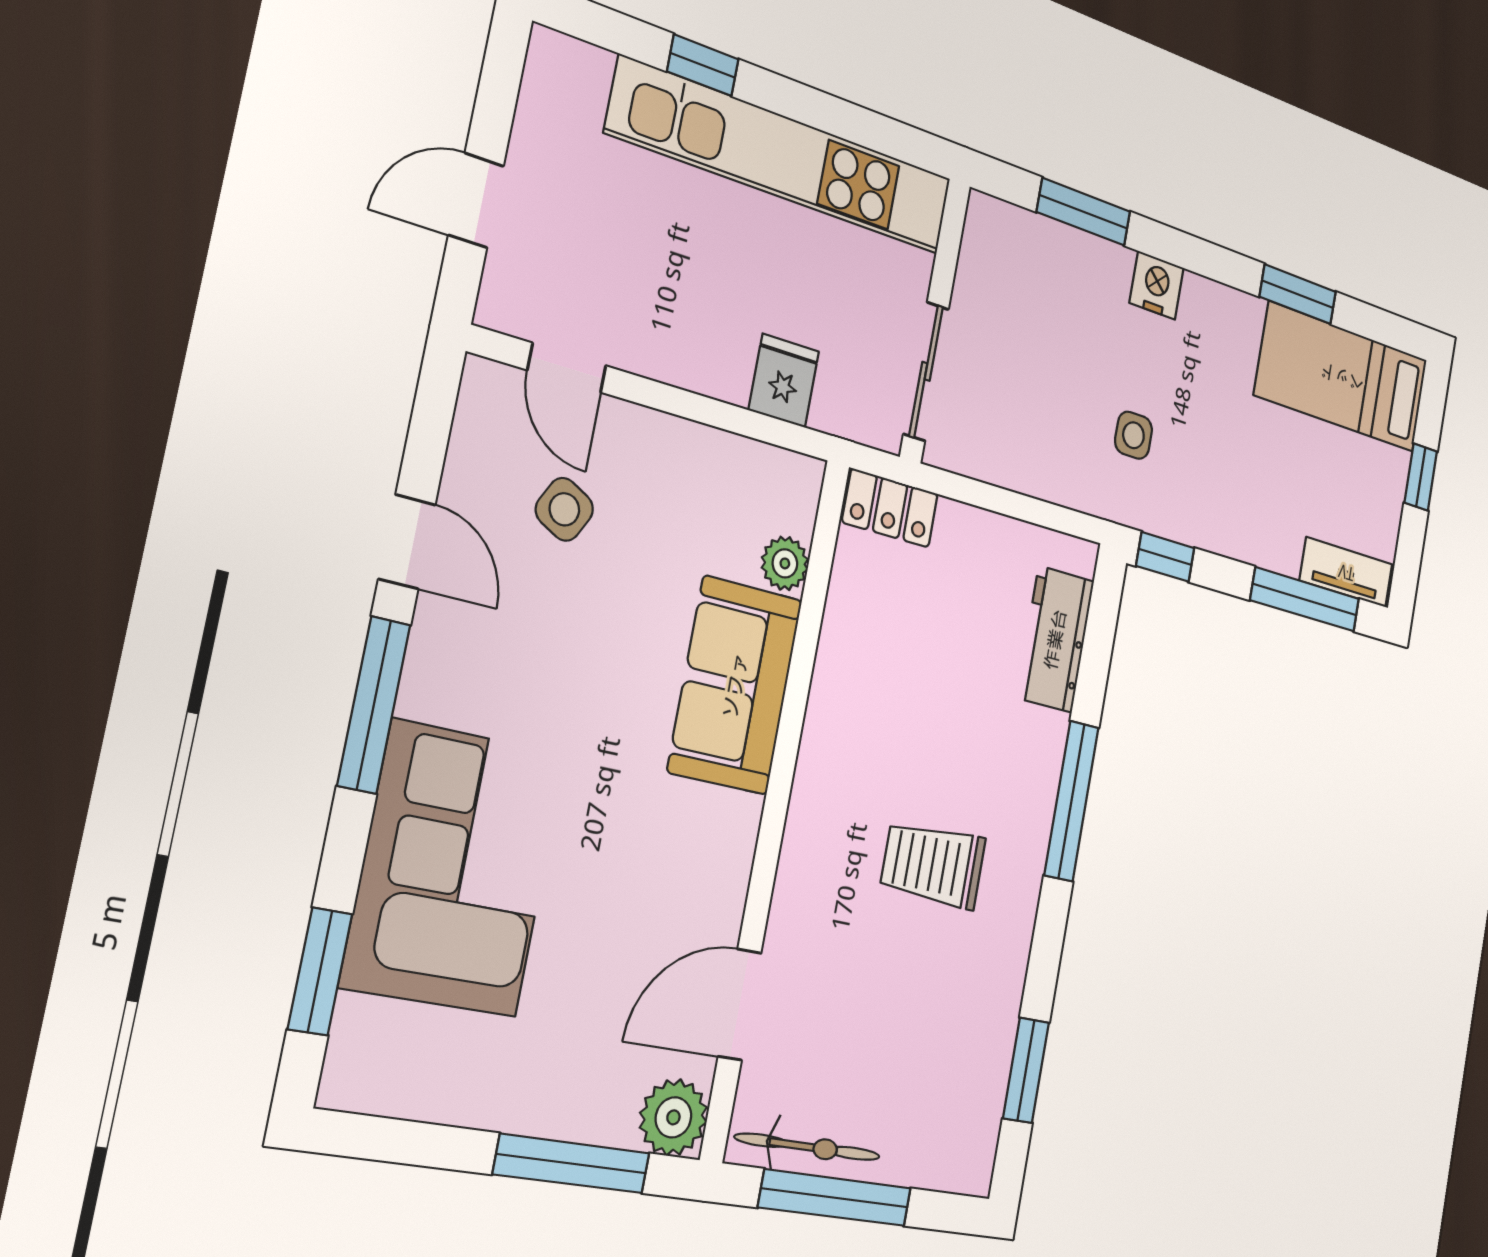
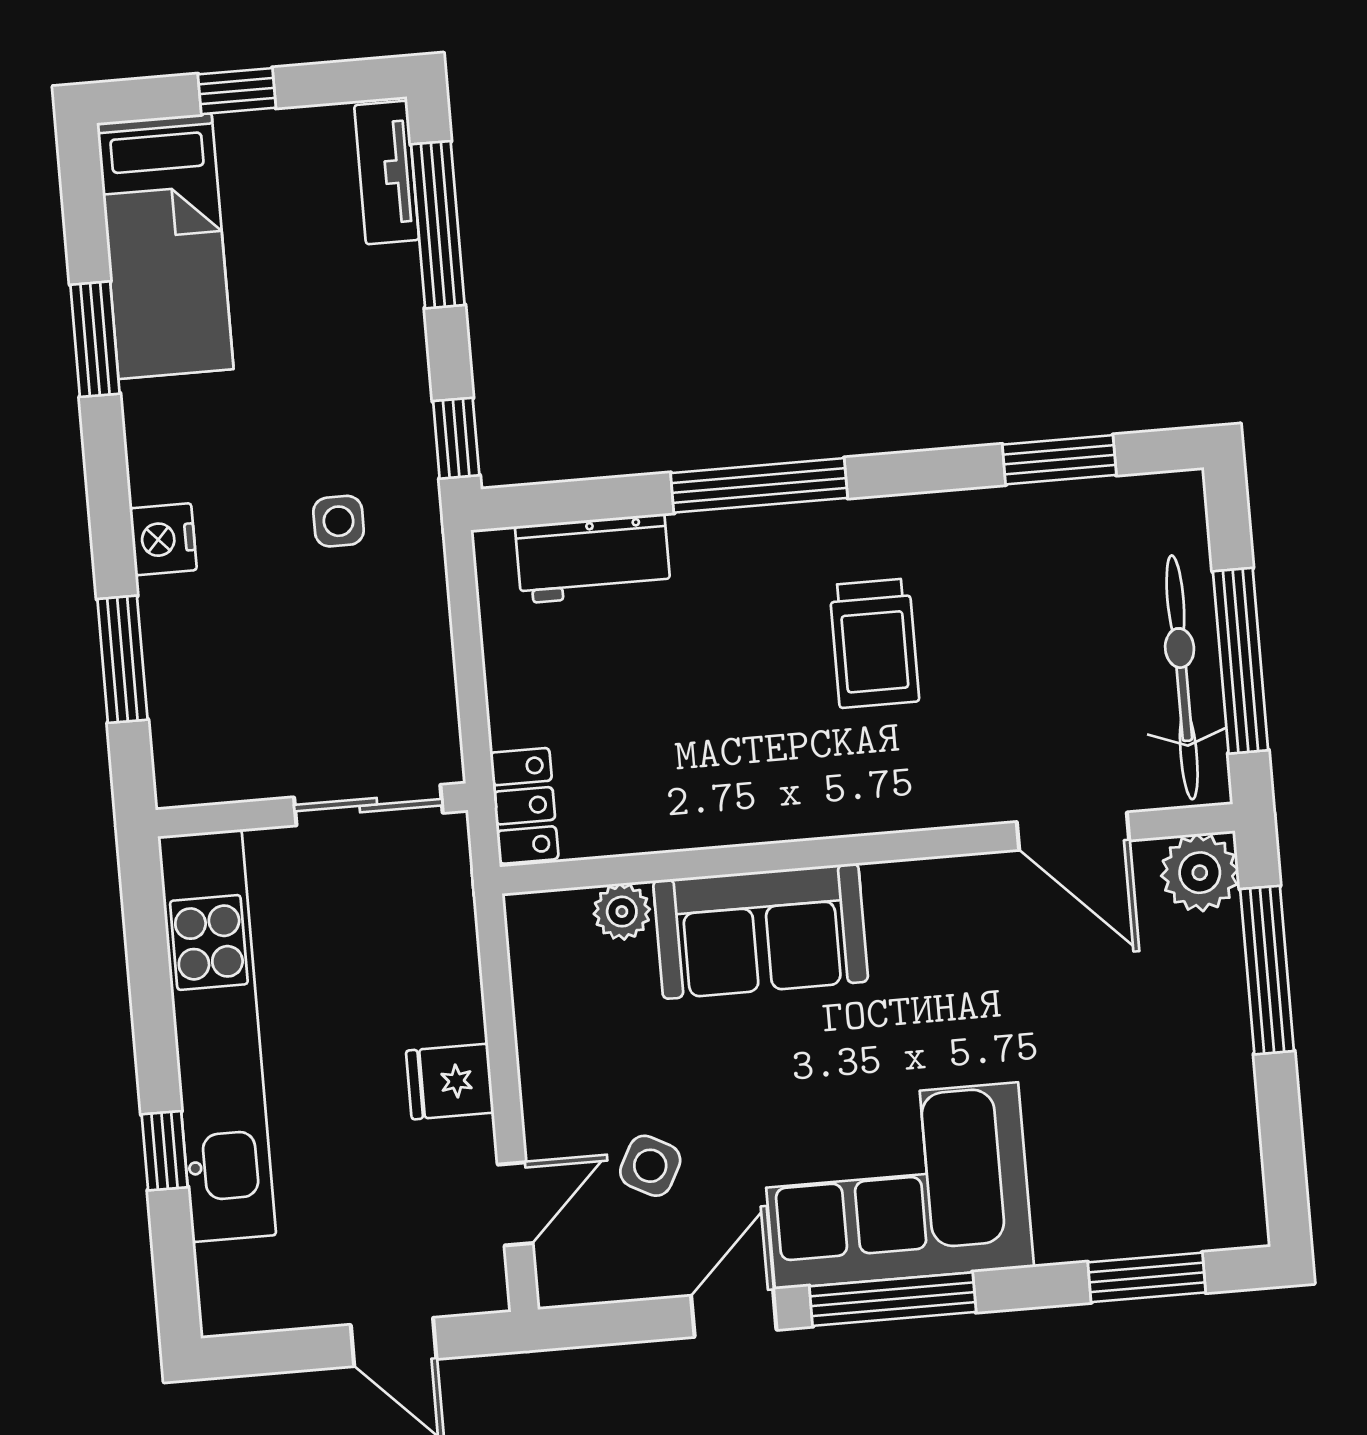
fridge: (784, 381) -> (450, 1082), moved
corner sofa: (454, 869) -> (897, 1186), moved
bicycle: (808, 1147) -> (1182, 677), width x1.37, depth x1.40

